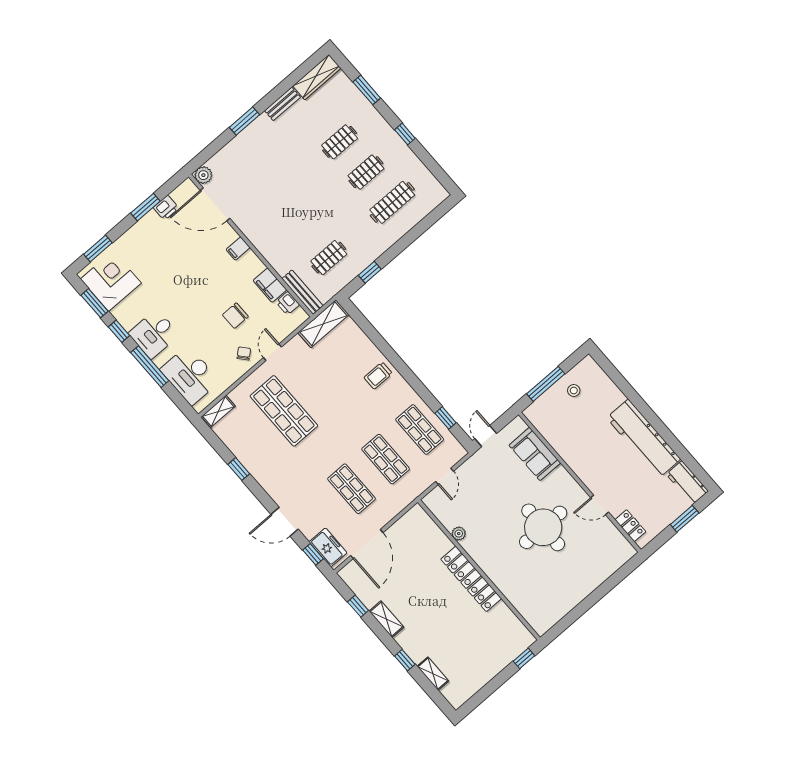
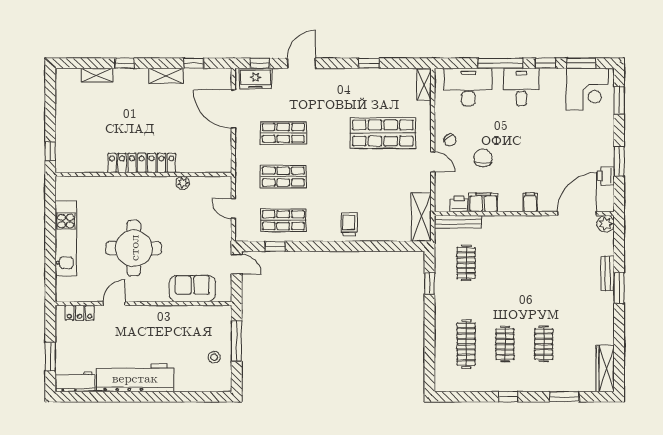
bench: (282, 104) -> (608, 274), moved
kitchen unit: (582, 587) -> (66, 239), added

